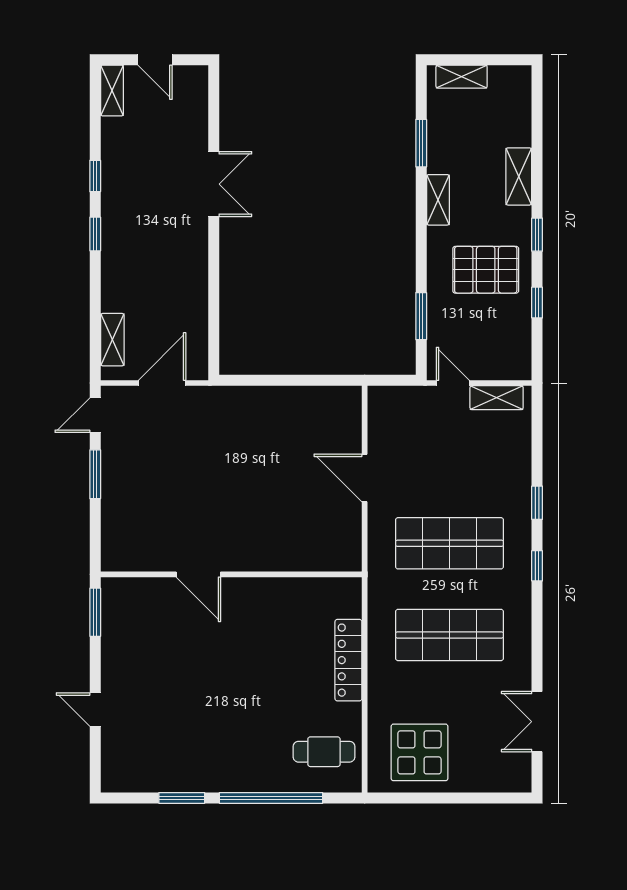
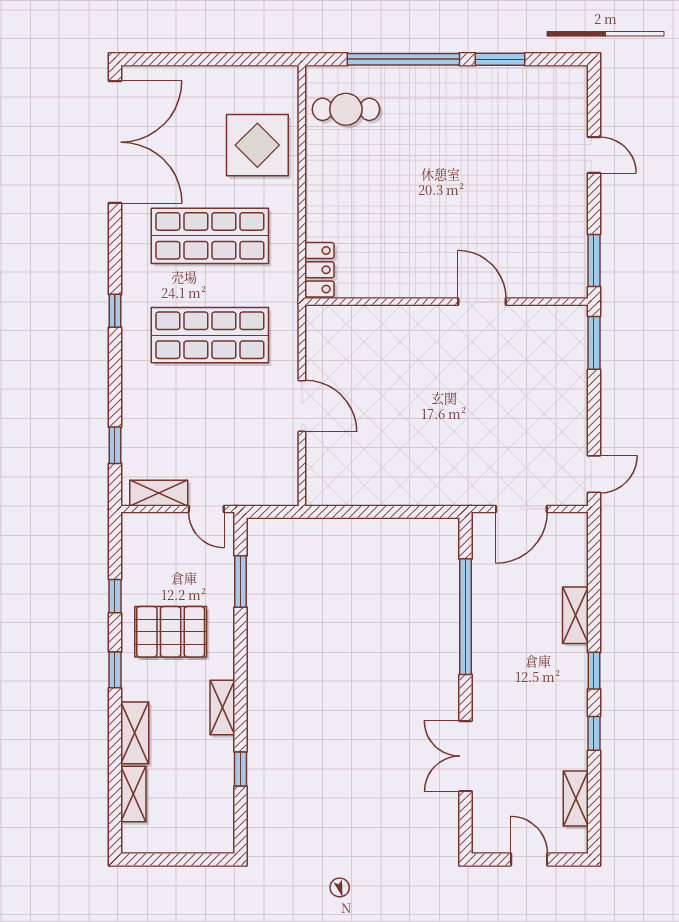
shelving: (462, 77) -> (133, 794), moved, turned 90
shelving: (112, 90) -> (576, 799), moved
window: (421, 143) -> (241, 769), width x0.67
double door: (214, 184) -> (465, 756), moved
window: (214, 284) -> (465, 617), added
shelving: (112, 340) -> (575, 615), moved
window: (95, 474) -> (594, 343), moved
window: (537, 503) -> (115, 445), moved
locker: (348, 660) -> (319, 270), moved, width x0.66
double door: (537, 722) -> (115, 142), width x1.87
display table: (420, 752) -> (257, 145), moved

